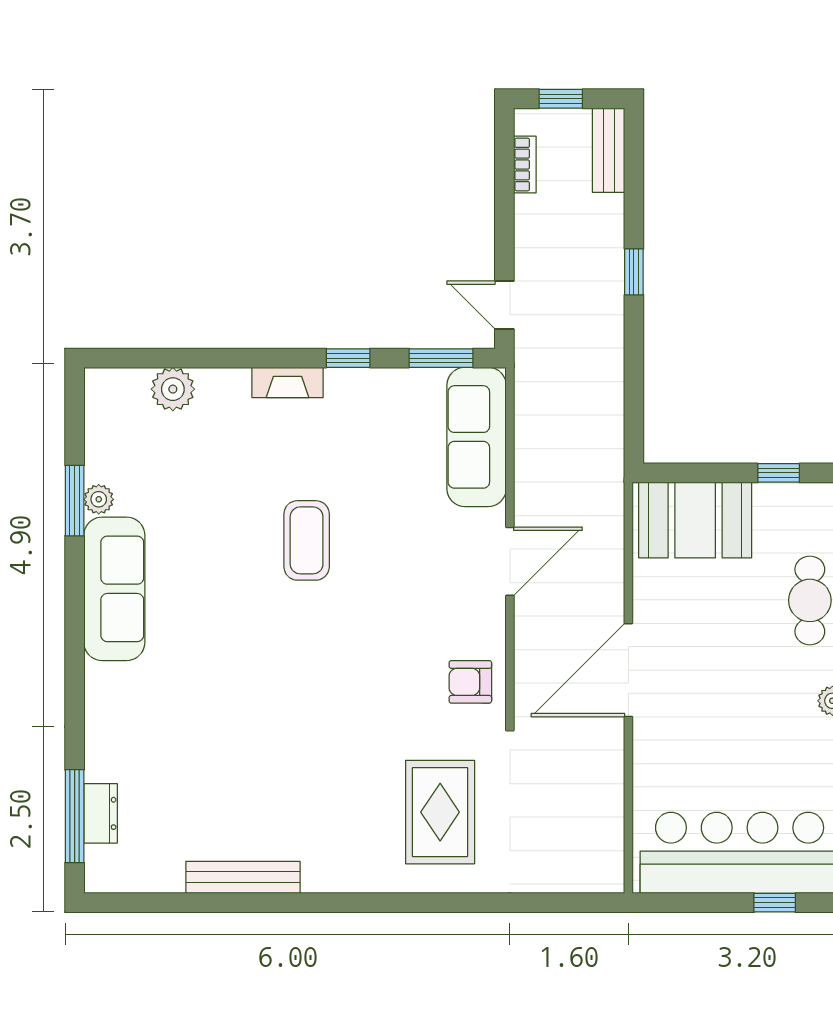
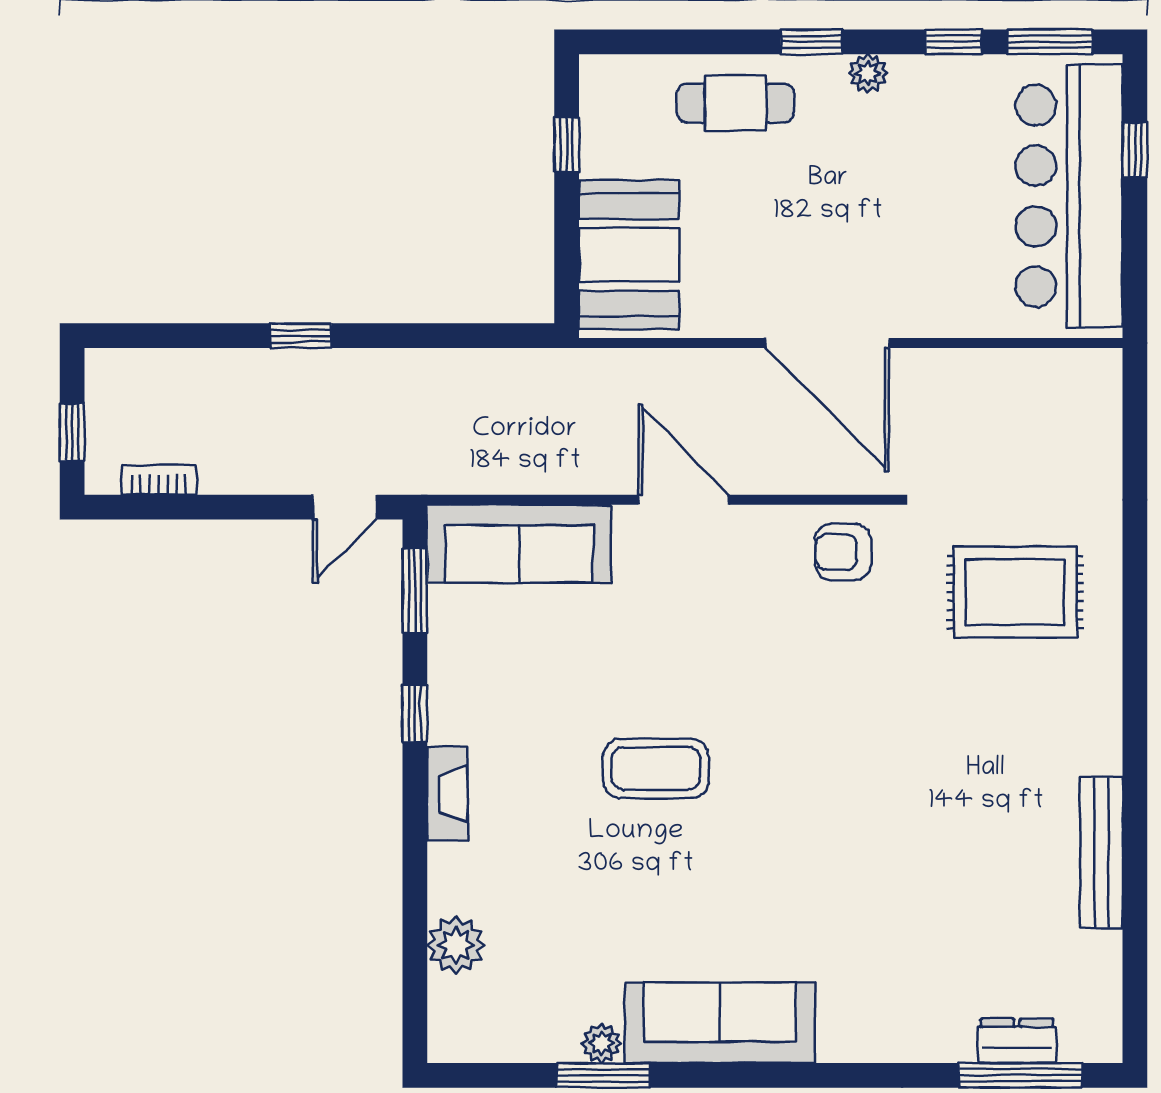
bench: (609, 150) -> (140, 369), removed
armchair: (470, 682) -> (843, 552), turned 90

